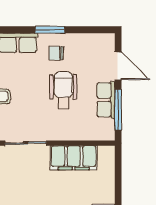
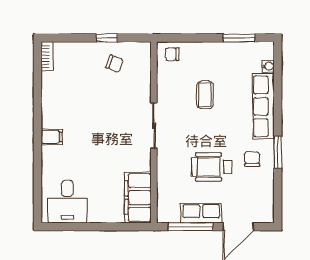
wheelchair: (63, 90) -> (212, 167), turned 180
filing cabinet: (74, 158) -> (138, 198), moved

